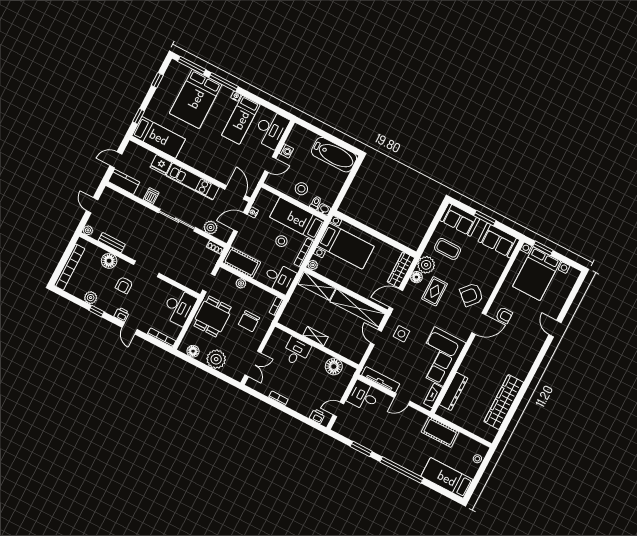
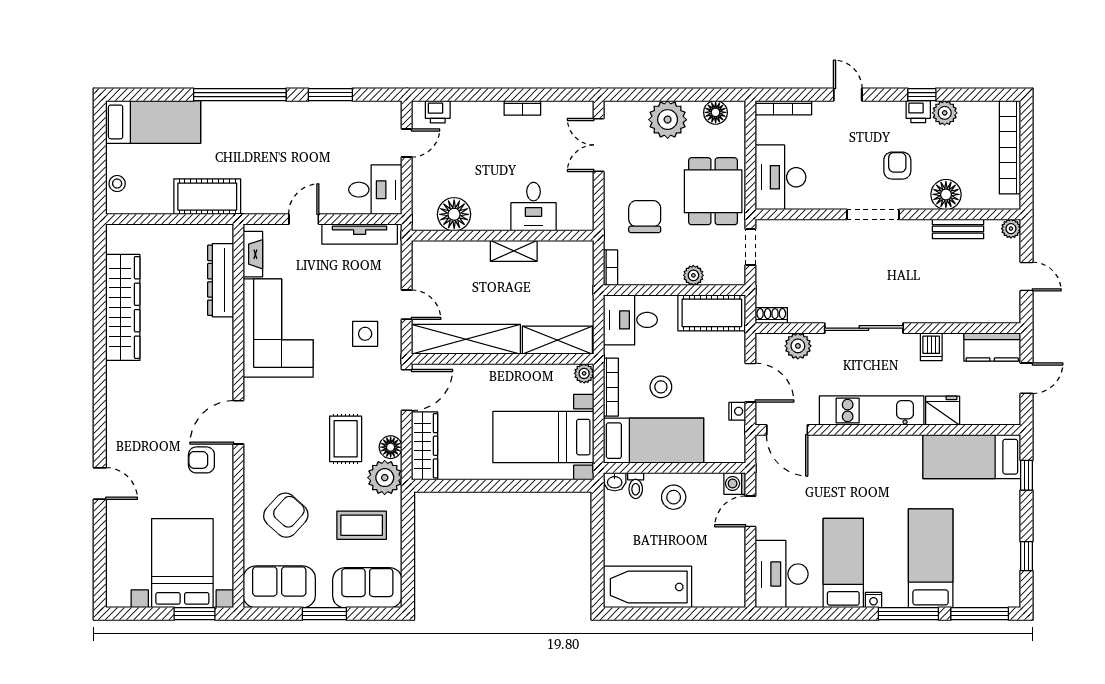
bed: (196, 99) -> (931, 558), width x0.67
washing machine: (286, 151) -> (735, 484), moved
door: (240, 222) -> (750, 383), hinge flipped
armchair: (472, 295) -> (286, 515), moved
printer: (122, 314) -> (918, 112), moved

